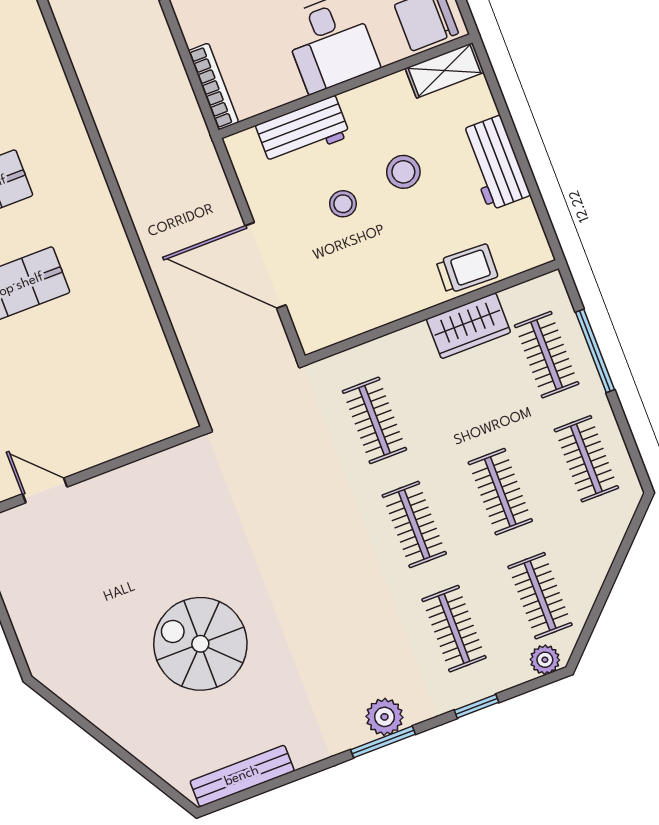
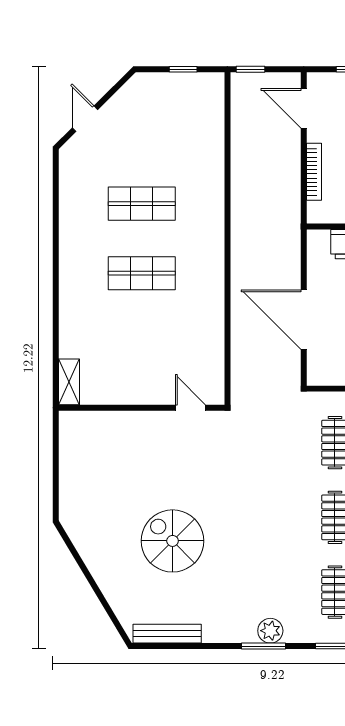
bookcase: (213, 86) -> (314, 172), moved
door: (45, 490) -> (190, 408), moved

